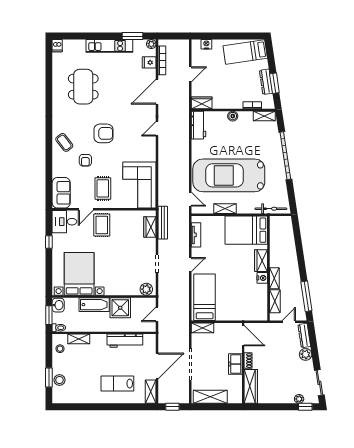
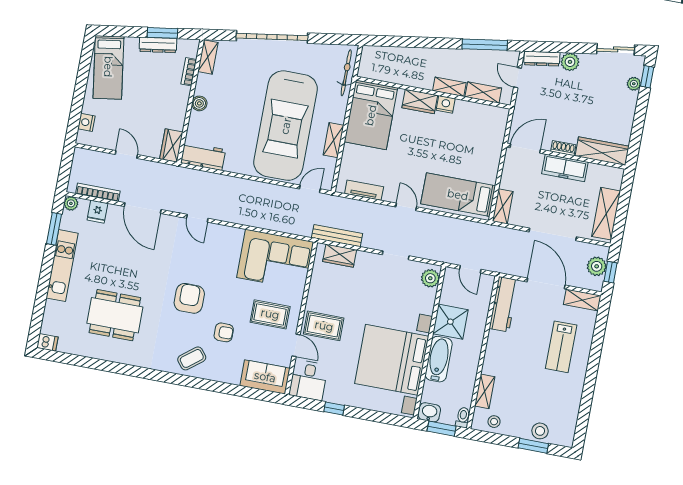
bed with nightstands: (79, 274) -> (392, 360), width x1.36
workbench: (125, 341) -> (504, 304), moved
freezer: (235, 364) -> (565, 168), width x1.40
plant: (175, 397) -> (597, 266), added

